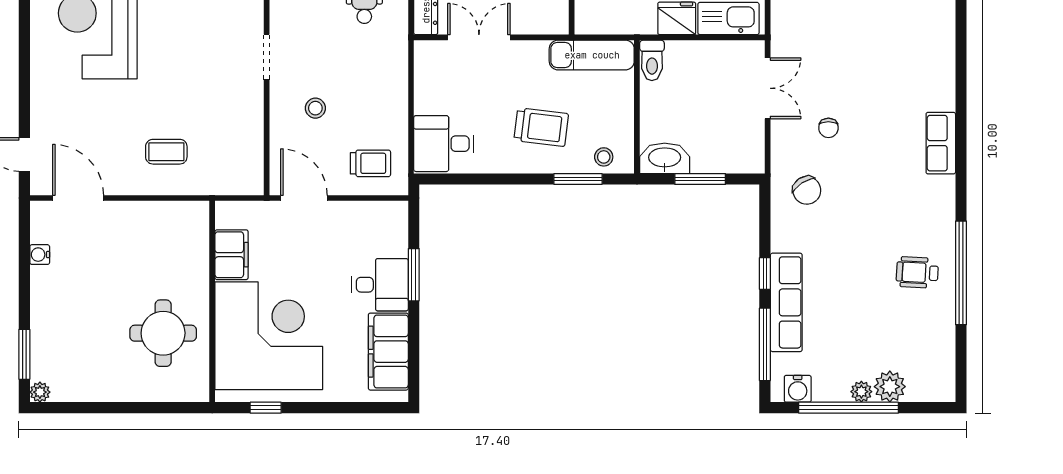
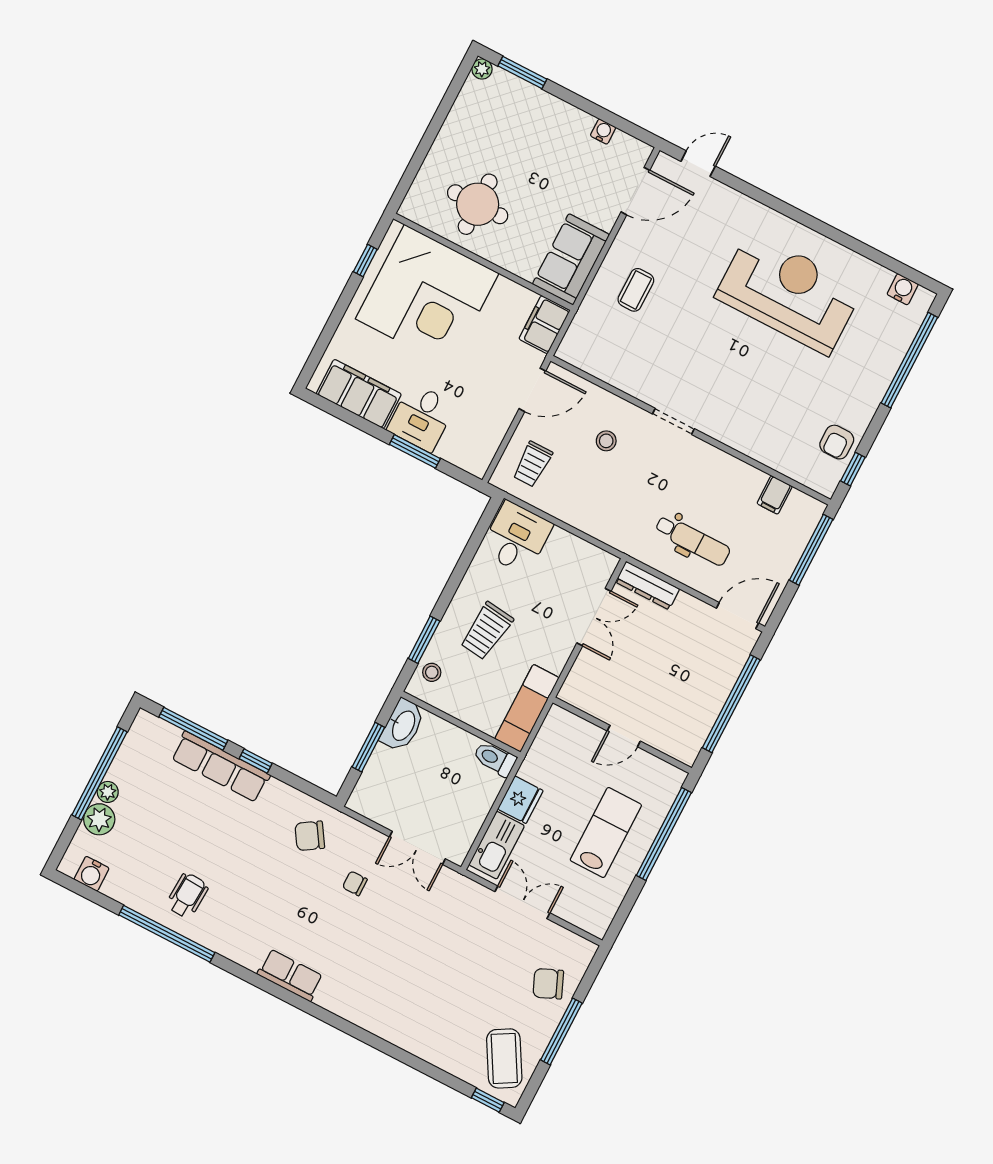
sofa: (169, 224) -> (571, 259), added
filing cabinet: (232, 255) -> (545, 325), moved, turned 90
water cooler: (798, 389) -> (92, 874), moved, turned -90

